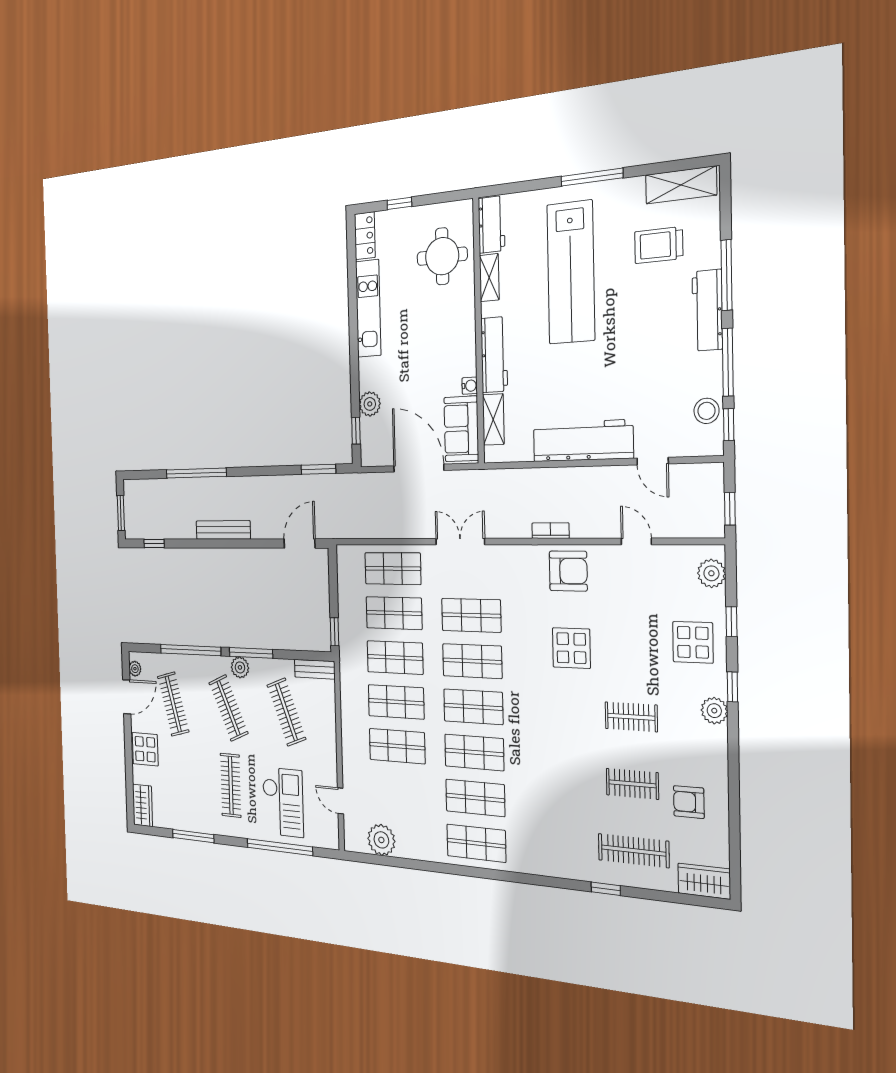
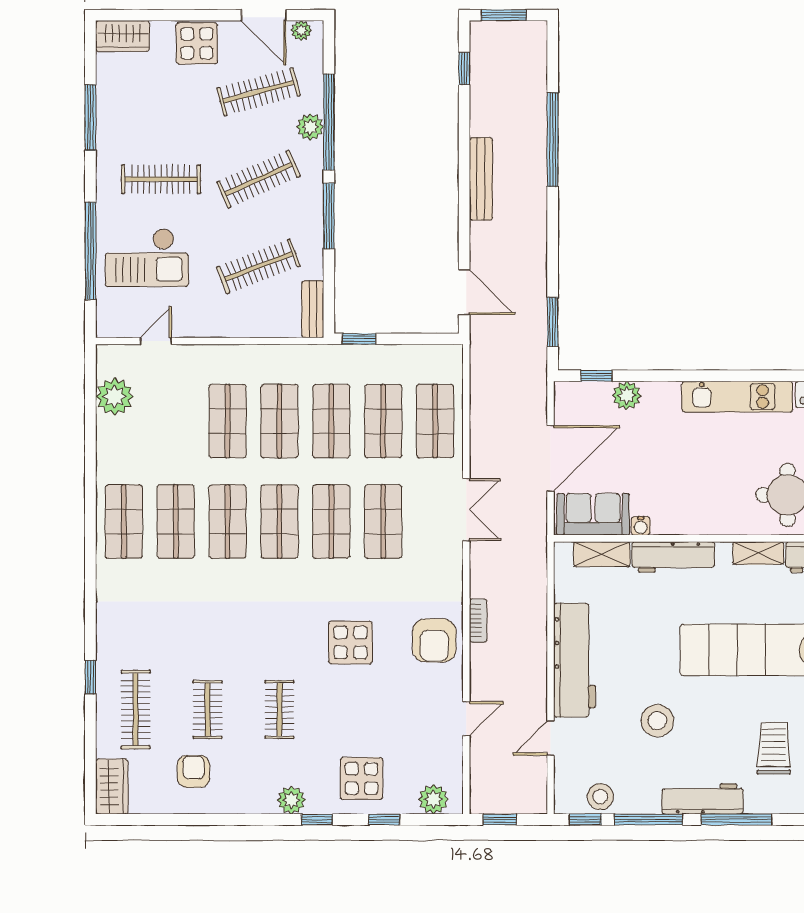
stool: (635, 360) -> (657, 721), added
plant: (240, 667) -> (310, 127), moved

